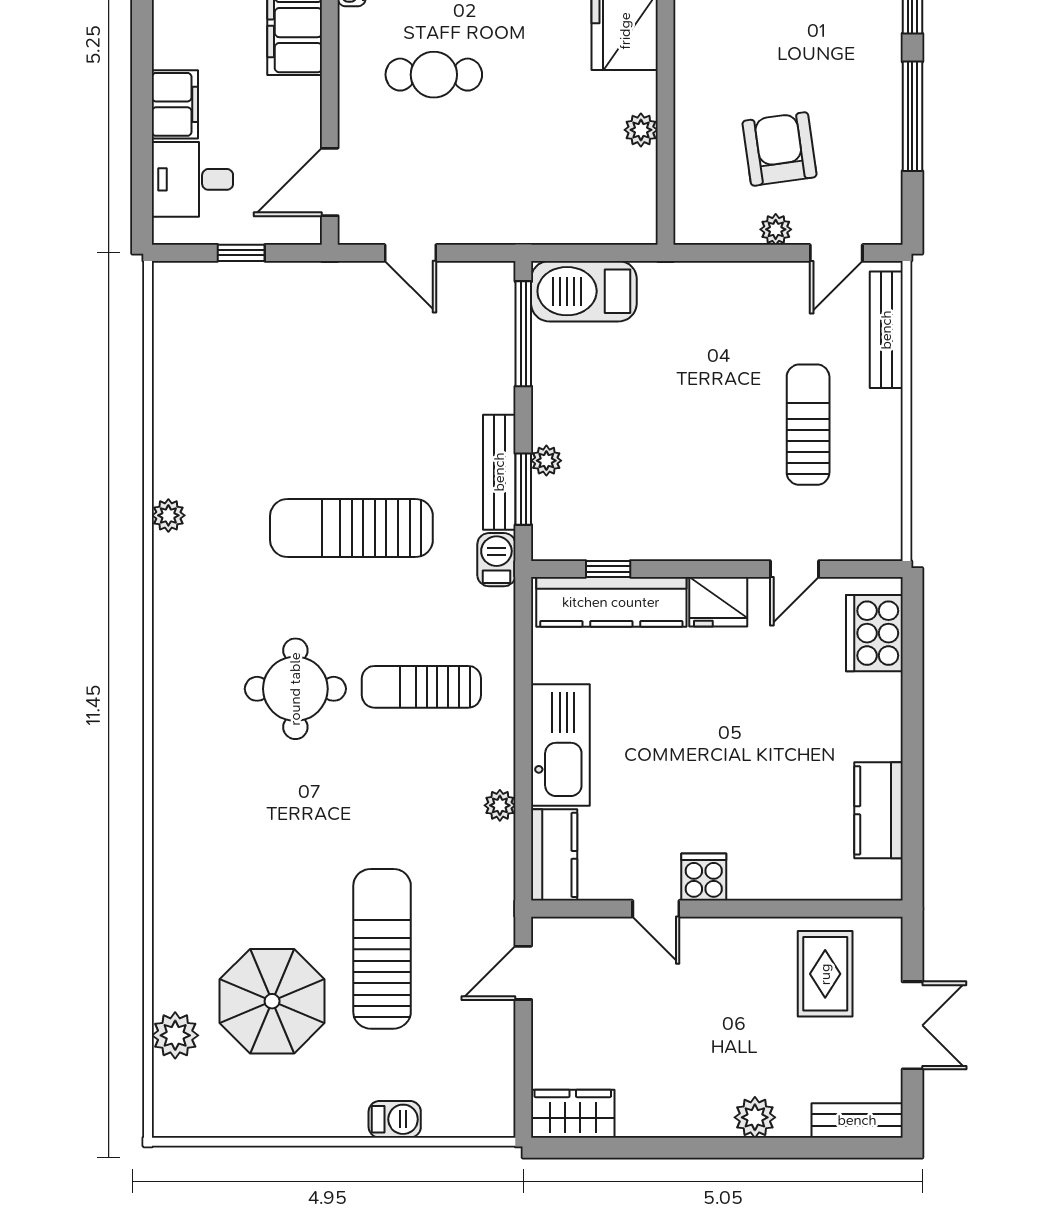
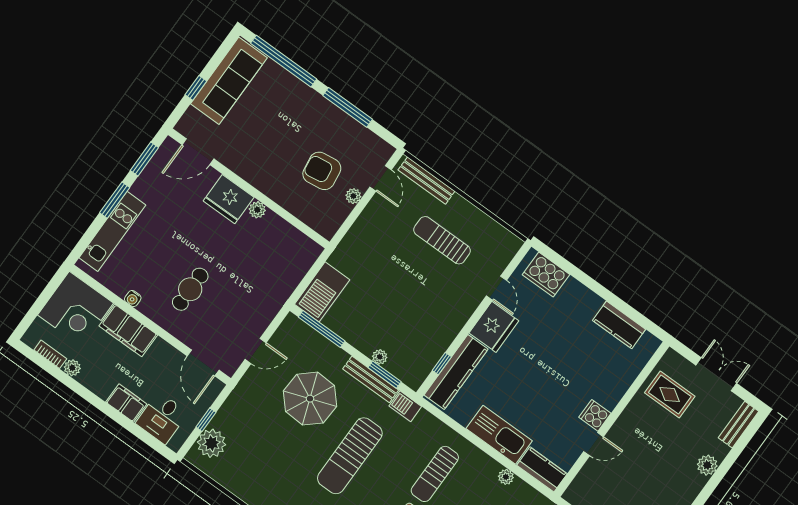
plant: (641, 130) -> (257, 210), moved
plant: (209, 289) -> (211, 443), added
parasol: (397, 397) -> (310, 399), added
fridge: (718, 602) -> (494, 327), width x1.36, depth x1.34

